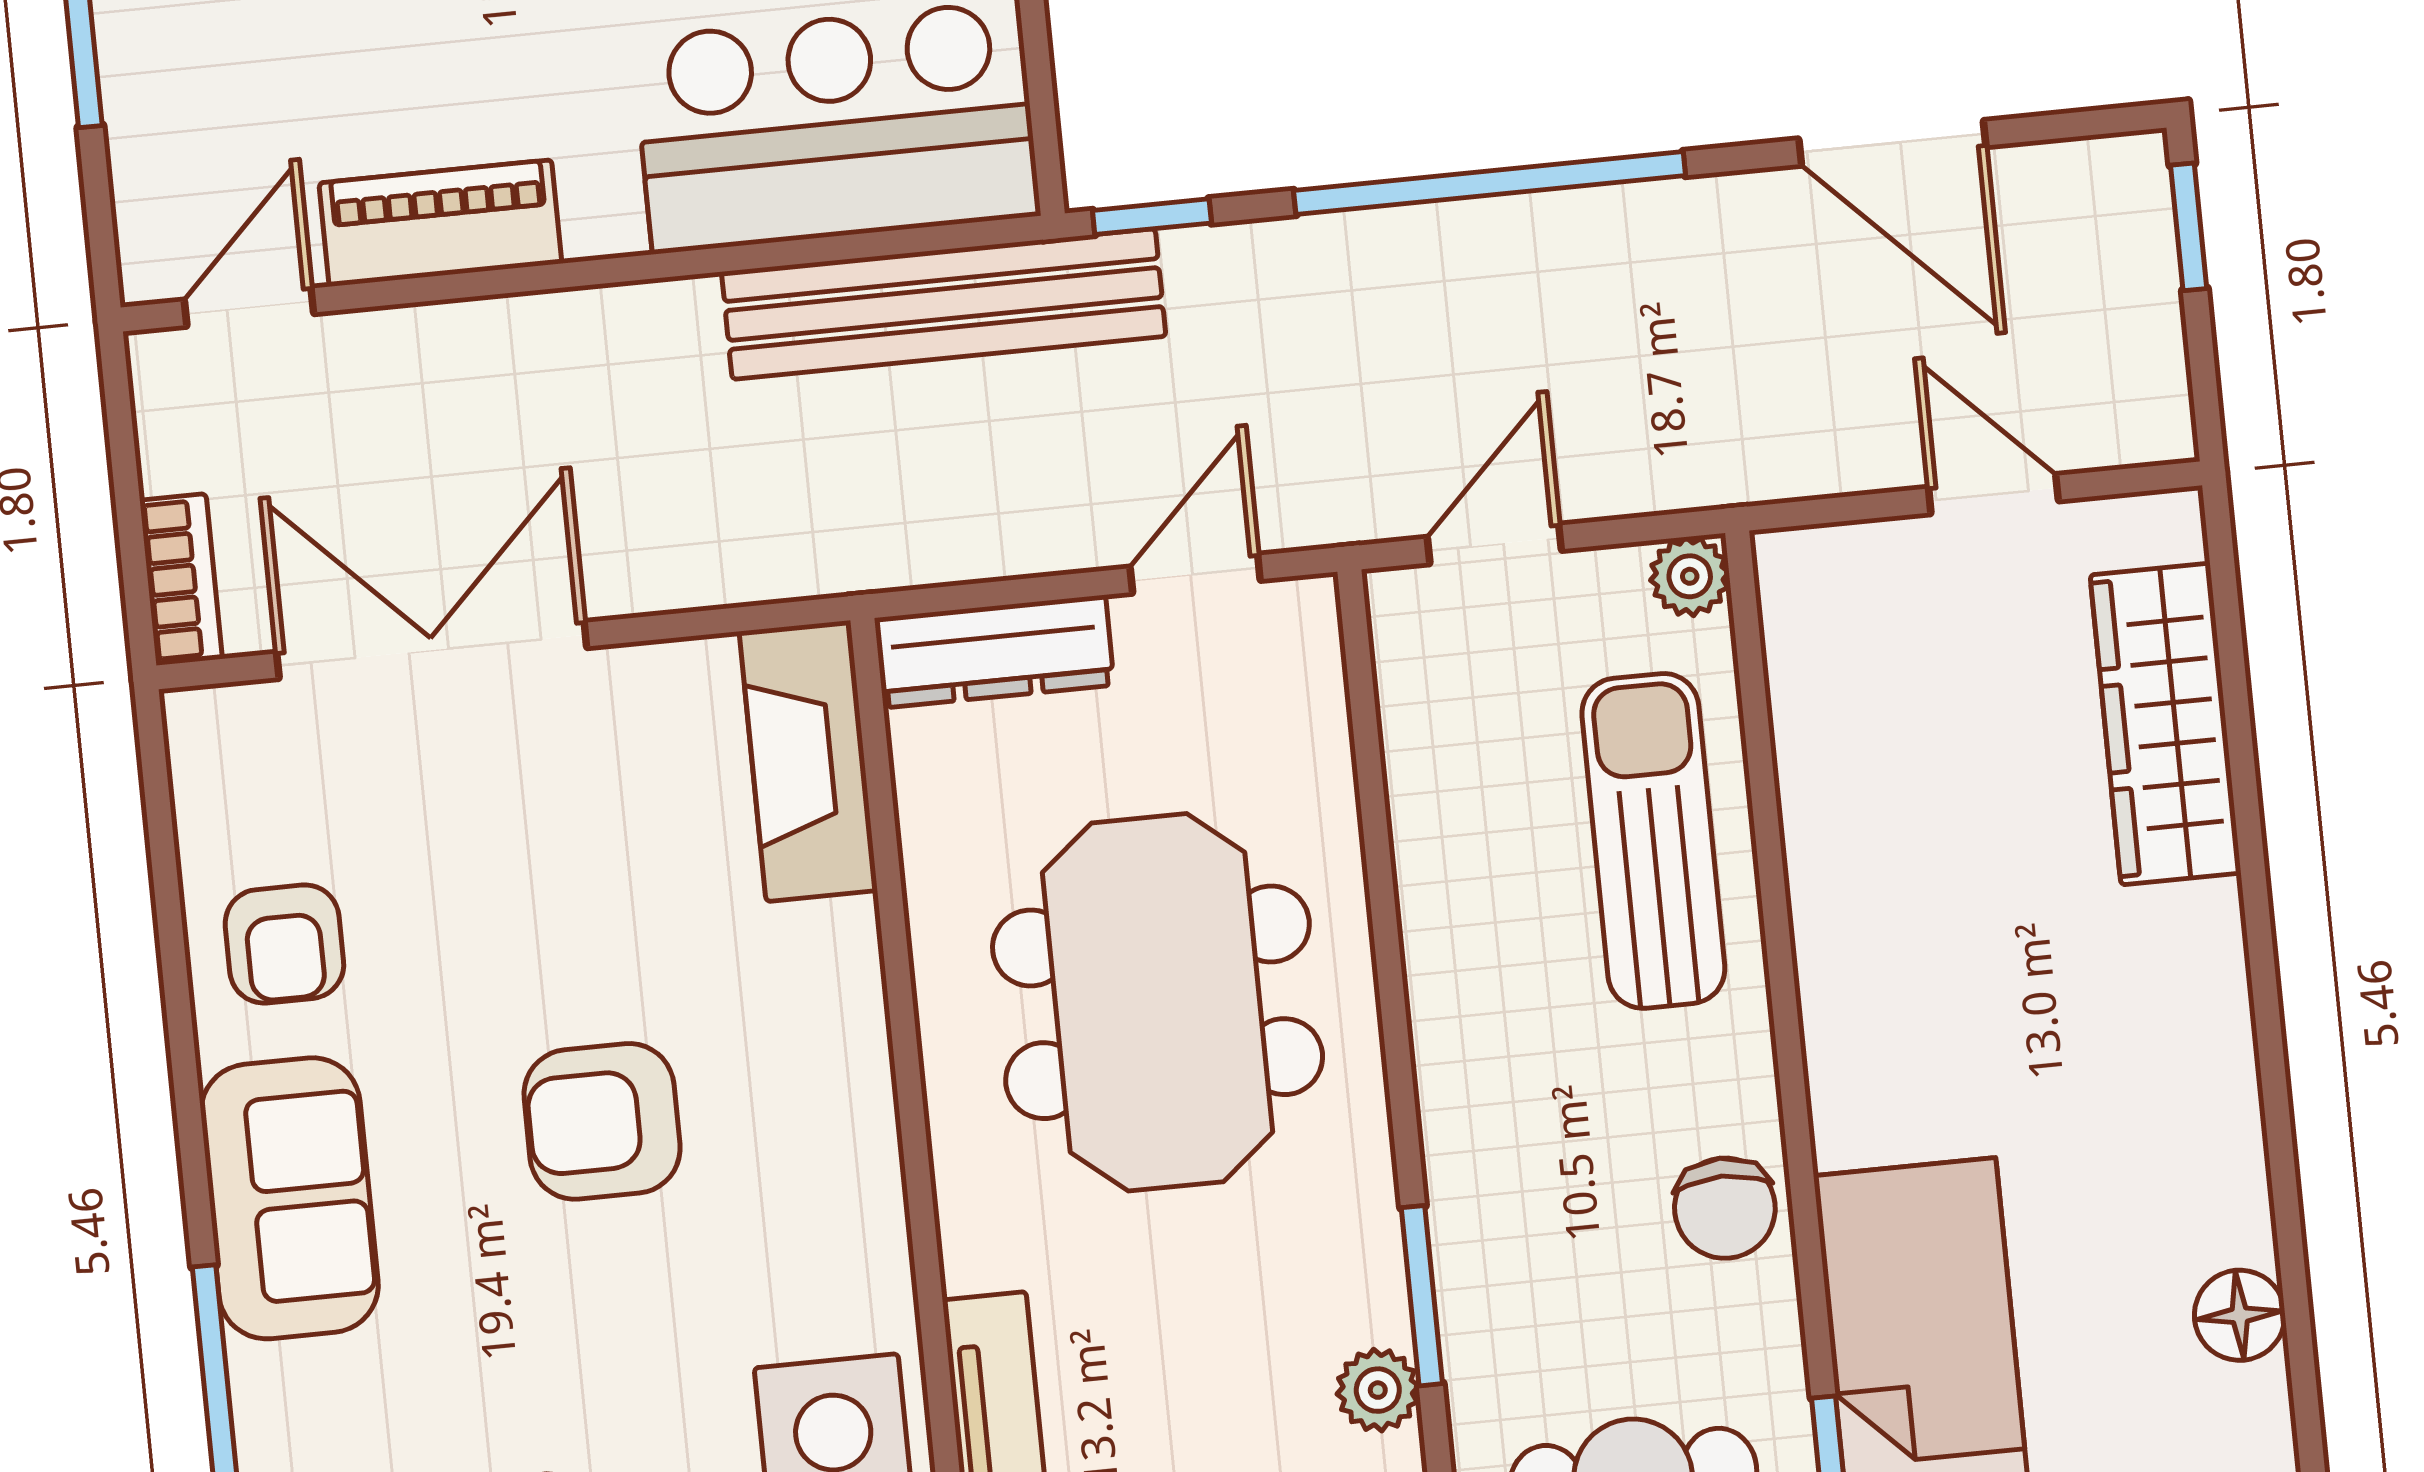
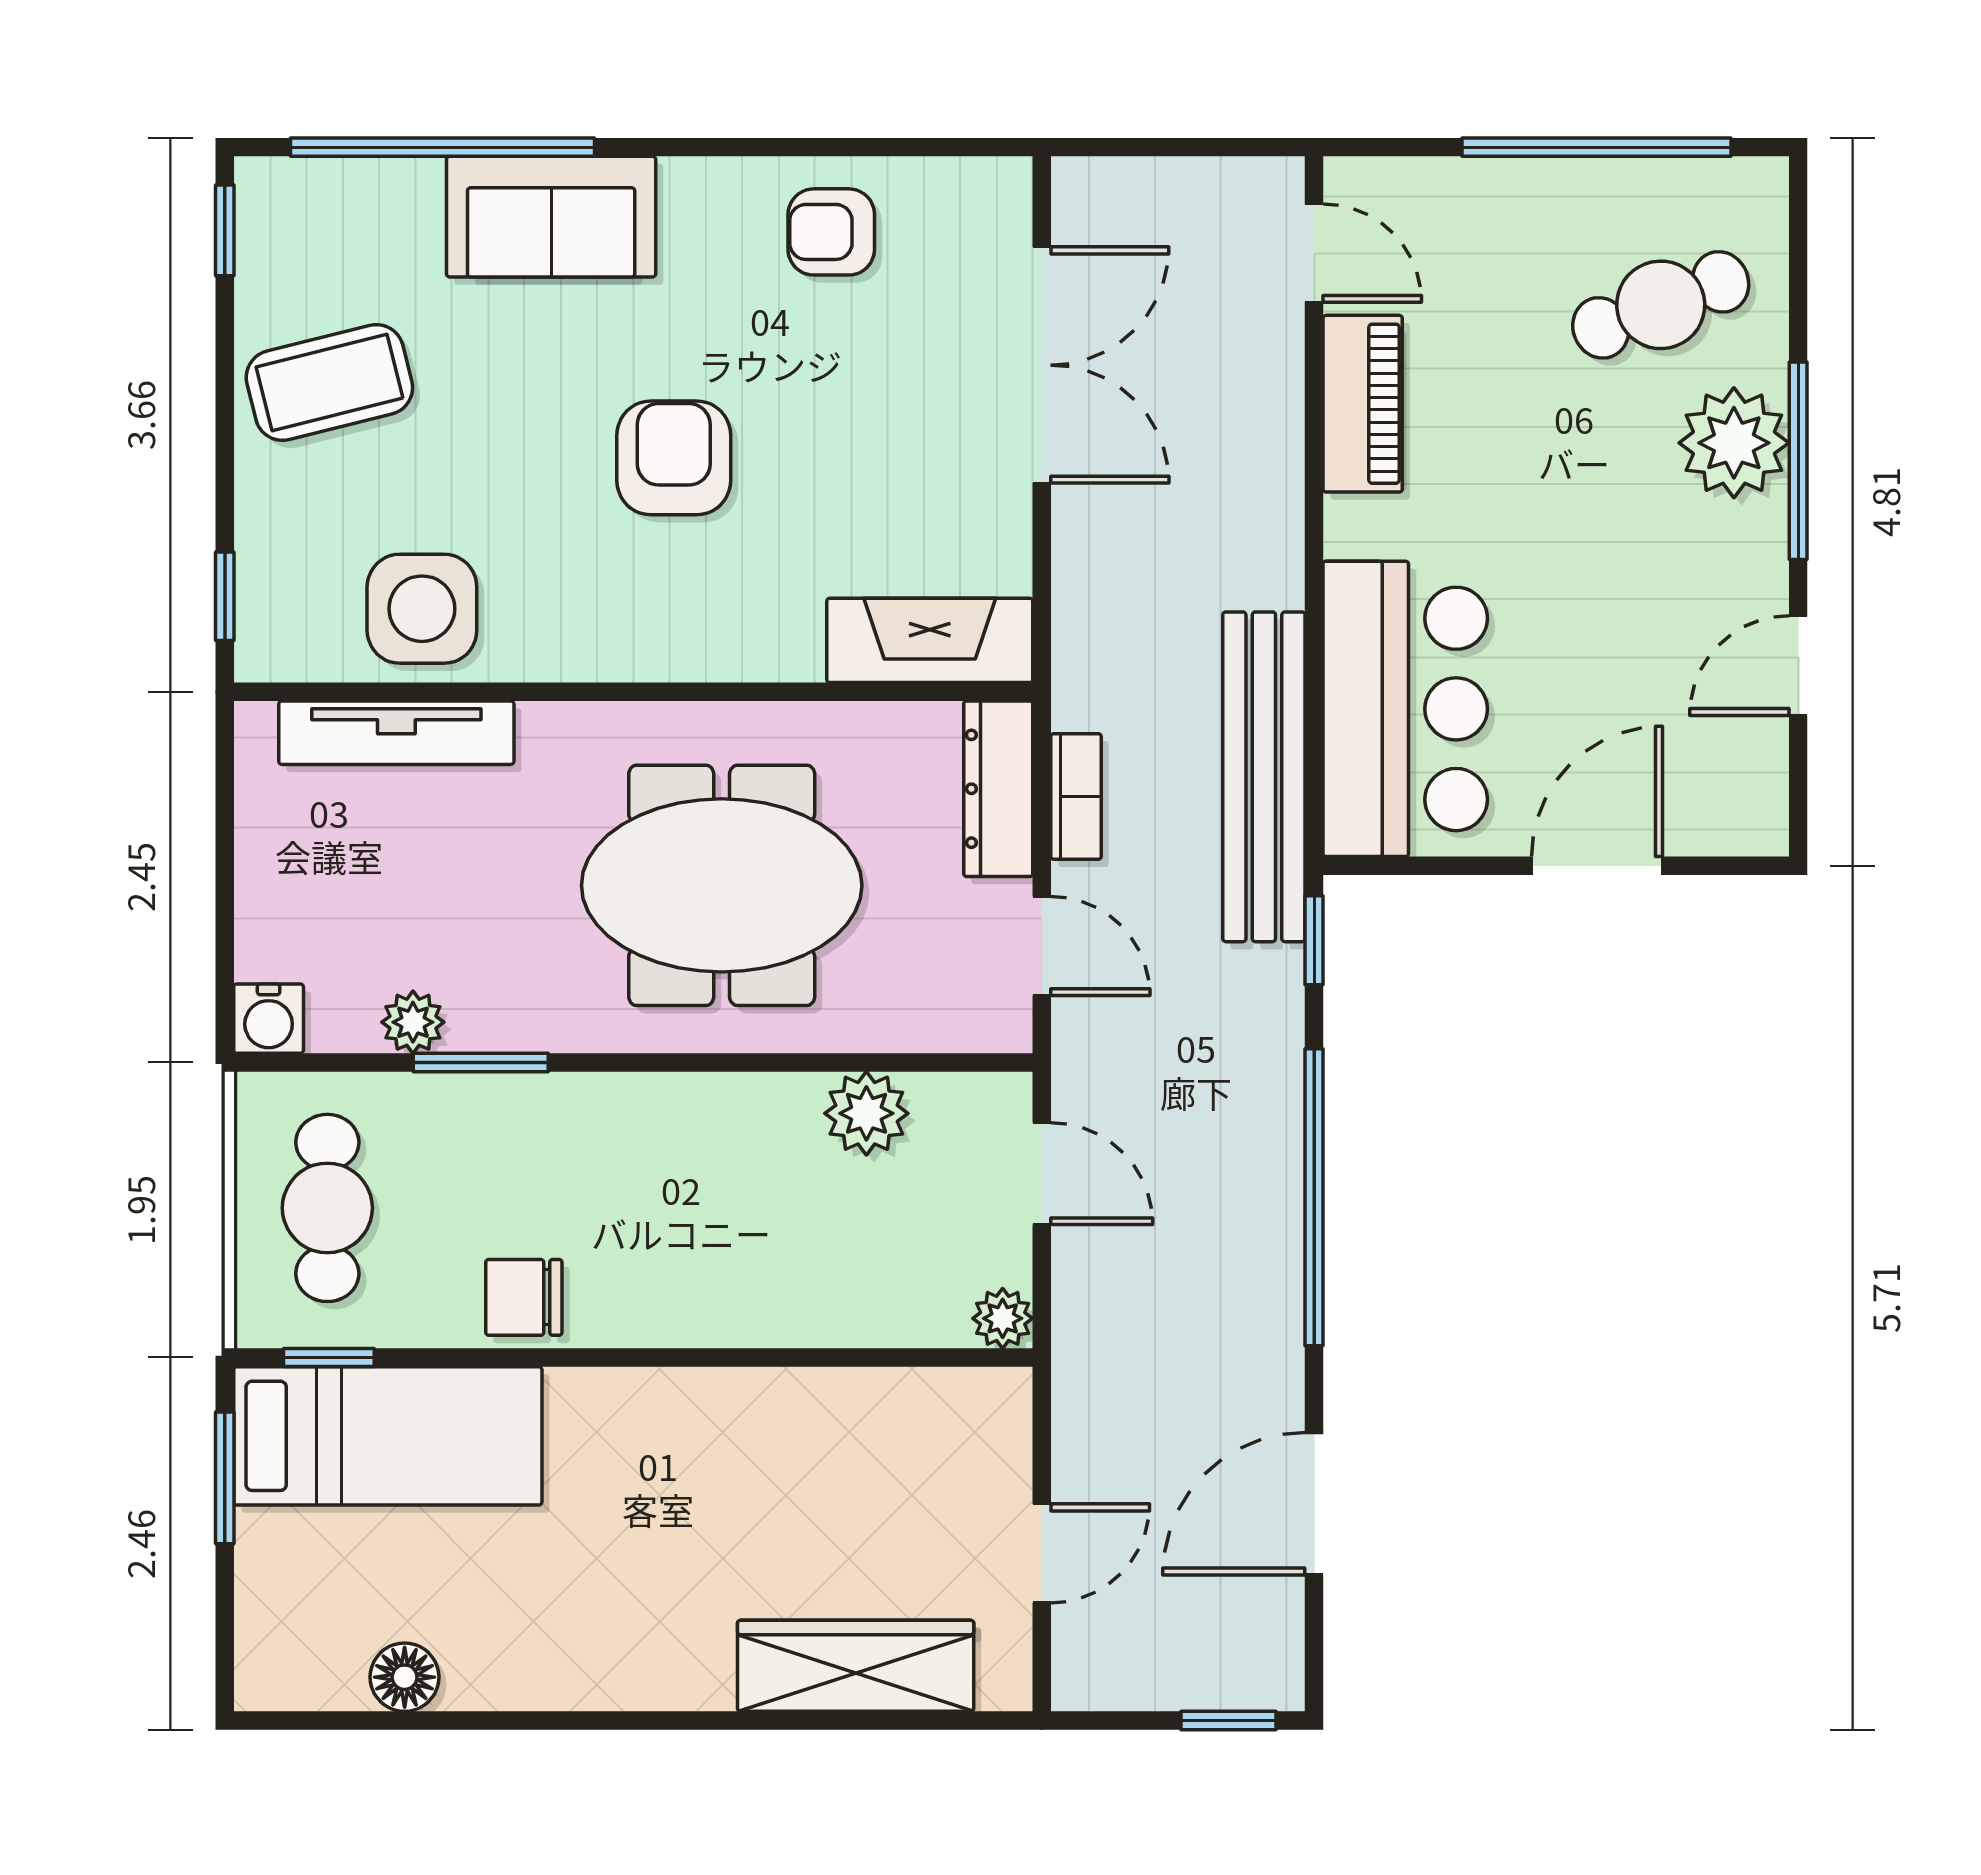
bookcase: (181, 579) -> (1076, 796), moved, turned -90
plant: (1438, 782) -> (866, 1113), added
sun lounger: (1653, 841) -> (806, 1271), removed
sofa: (290, 1198) -> (551, 217), moved

